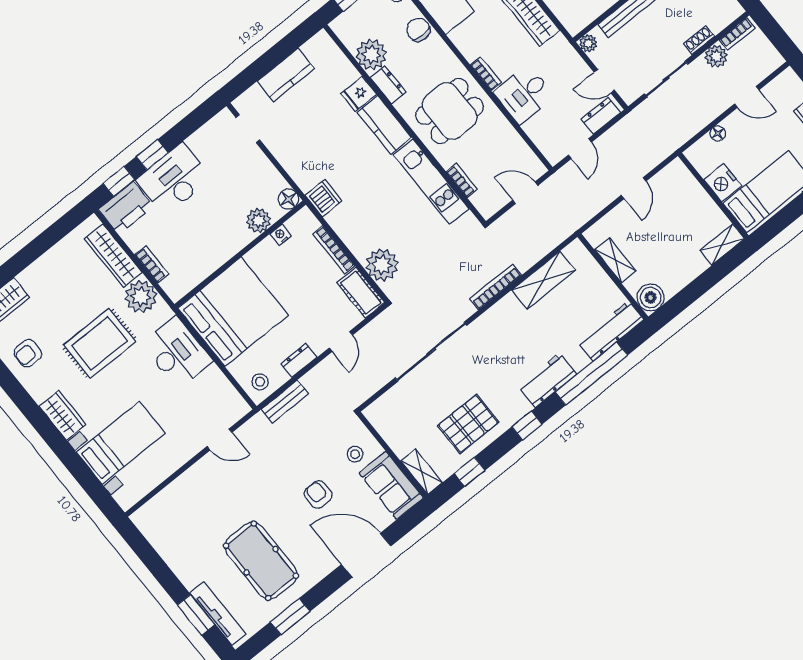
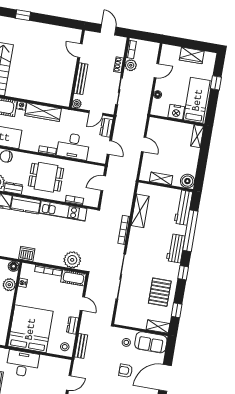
desk: (524, 94) -> (73, 146), width x1.37
dining table: (450, 111) -> (46, 177), turned 90

